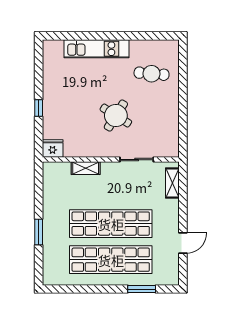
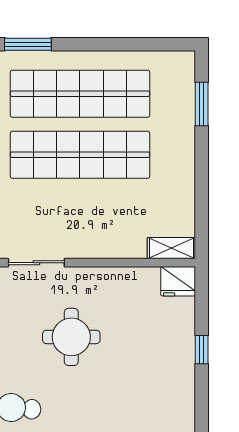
round table: (116, 116) -> (71, 337), turned -32
shelving: (86, 168) -> (171, 248), moved
window: (39, 232) -> (202, 104), moved

